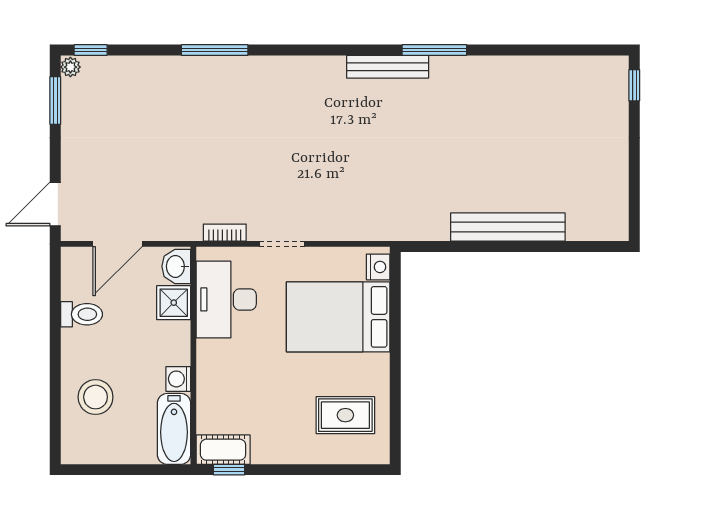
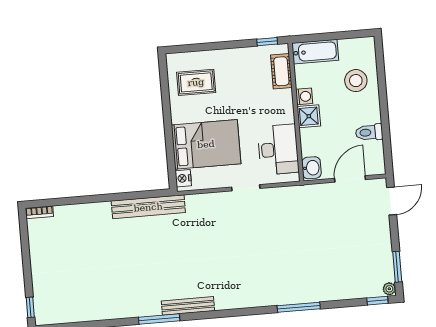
bench: (508, 227) -> (148, 207), moved
bookcase: (225, 233) -> (39, 212), moved
shower: (174, 303) -> (309, 116), moved
bathtub: (174, 429) -> (315, 52), moved, turned 90
cot: (223, 450) -> (281, 71), moved, turned 90

